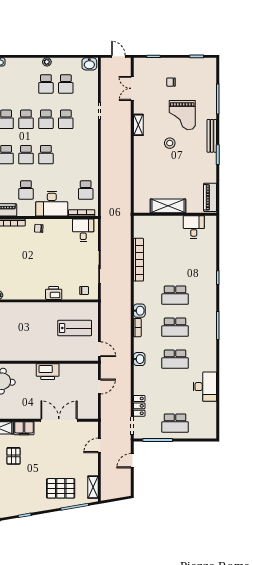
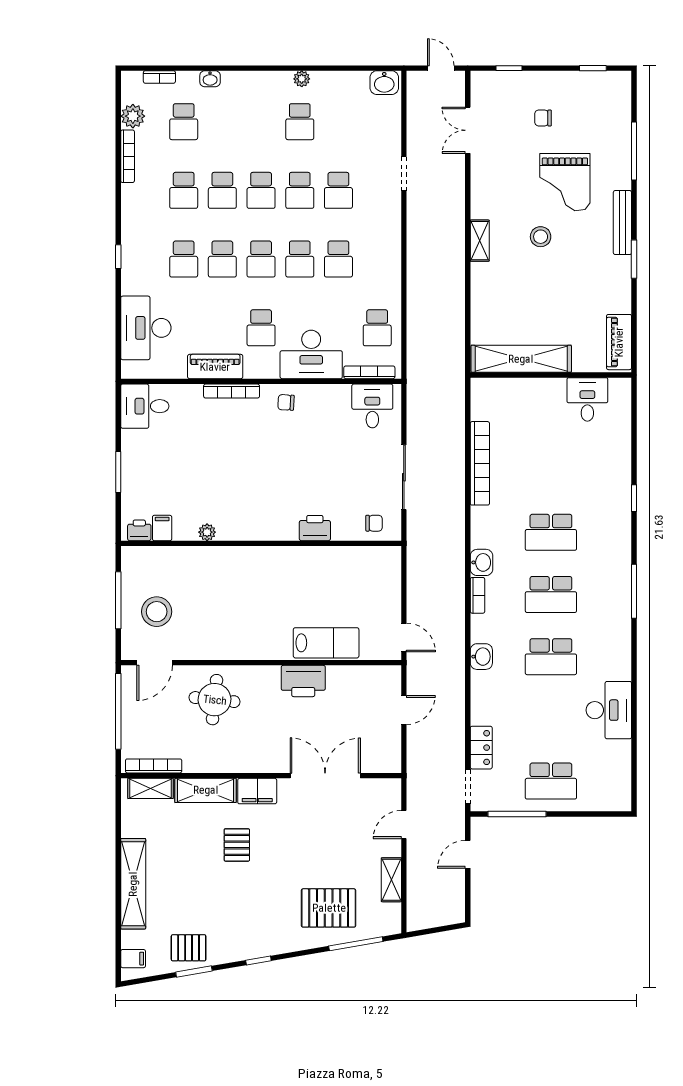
school desk: (66, 84) -> (338, 259), moved
shelving: (138, 125) -> (480, 241), moved
shelving: (168, 206) -> (521, 359), width x1.47
lab bench: (75, 328) -> (326, 643), moved
shelving: (93, 487) -> (391, 880), moved

